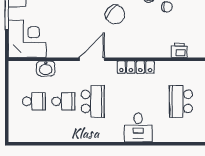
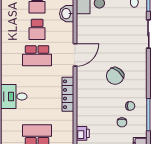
door: (92, 59) -> (75, 55), hinge flipped

